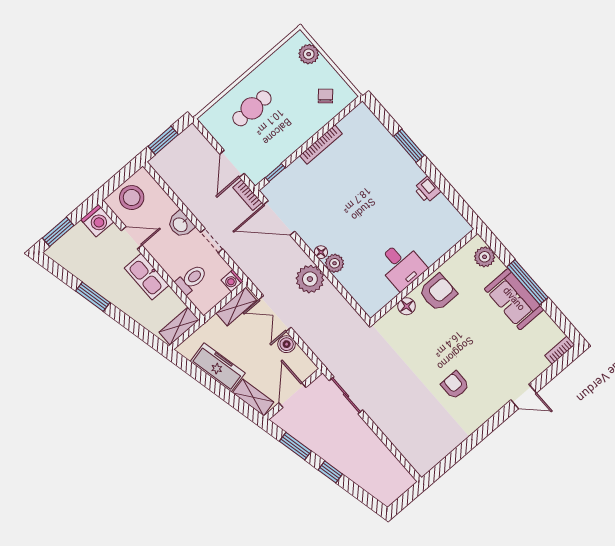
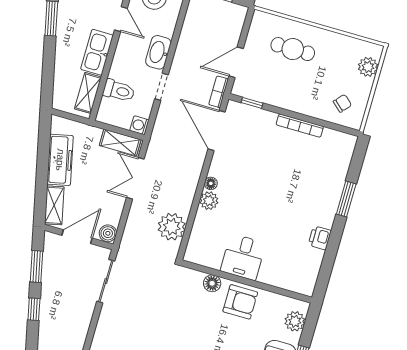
washbasin: (181, 224) -> (158, 52), width x1.38
plant: (310, 279) -> (172, 227), moved
shelving: (179, 326) -> (88, 93), moved, turned 90
boiler: (287, 344) -> (108, 233), moved

